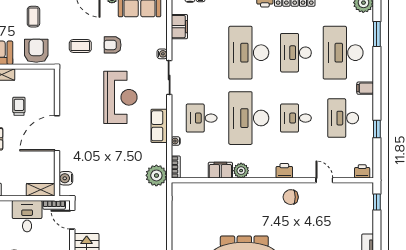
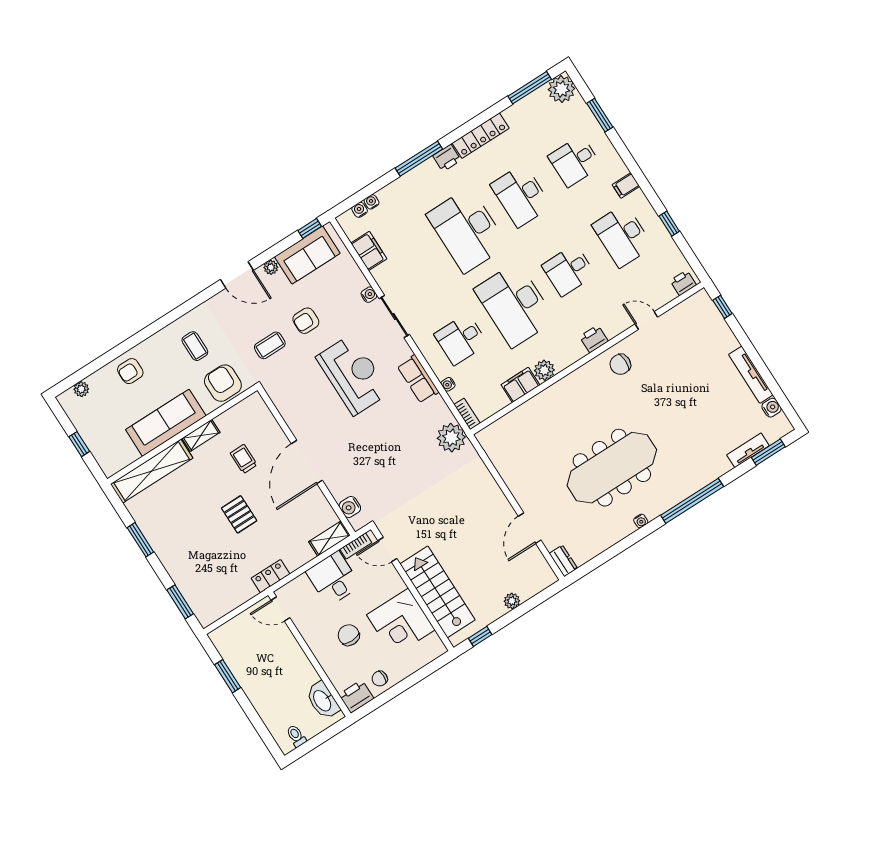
desk: (343, 53) -> (575, 161), width x0.53, depth x0.77

